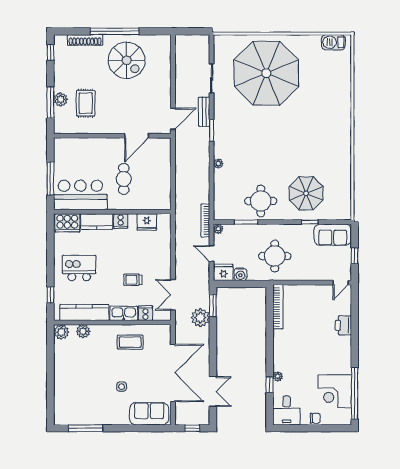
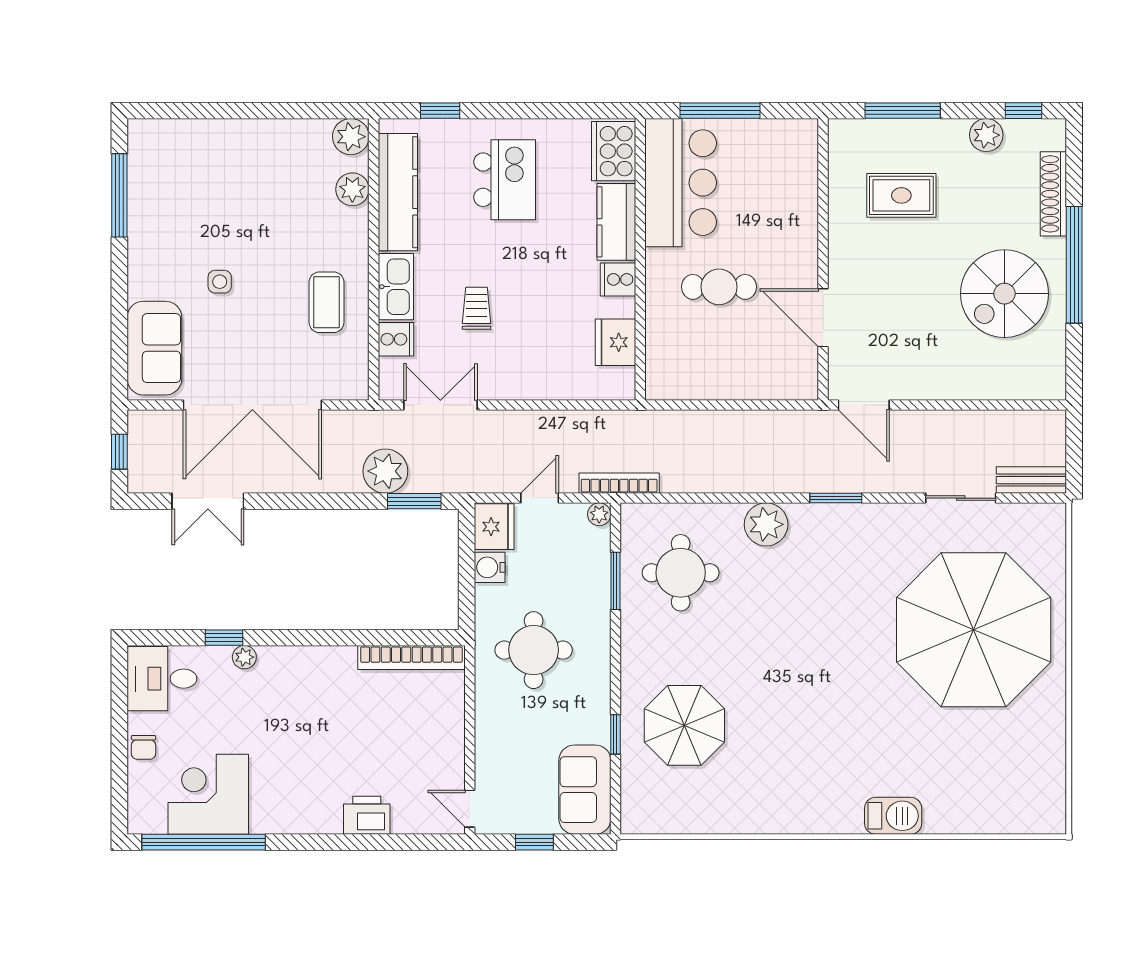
barbecue: (333, 42) -> (893, 816), moved, turned 90
plant: (61, 99) -> (986, 135), moved
bench: (204, 112) -> (1031, 480), moved
plant: (218, 164) -> (766, 524), width x1.87, depth x1.87
round table: (261, 201) -> (681, 573), moved

